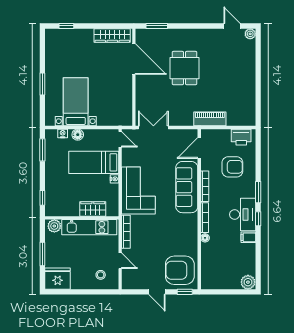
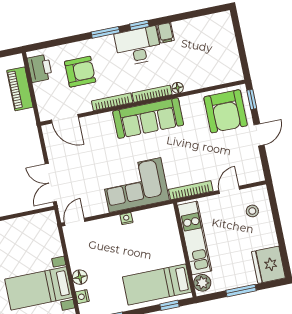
piano: (210, 119) -> (20, 89), moved
bed: (94, 162) -> (157, 285), moved, turned 90
armchair: (232, 167) -> (80, 72), turned 90
sofa: (187, 187) -> (148, 118), moved
wardrobe: (93, 209) -> (170, 238), removed
plant: (248, 282) -> (223, 21), removed

